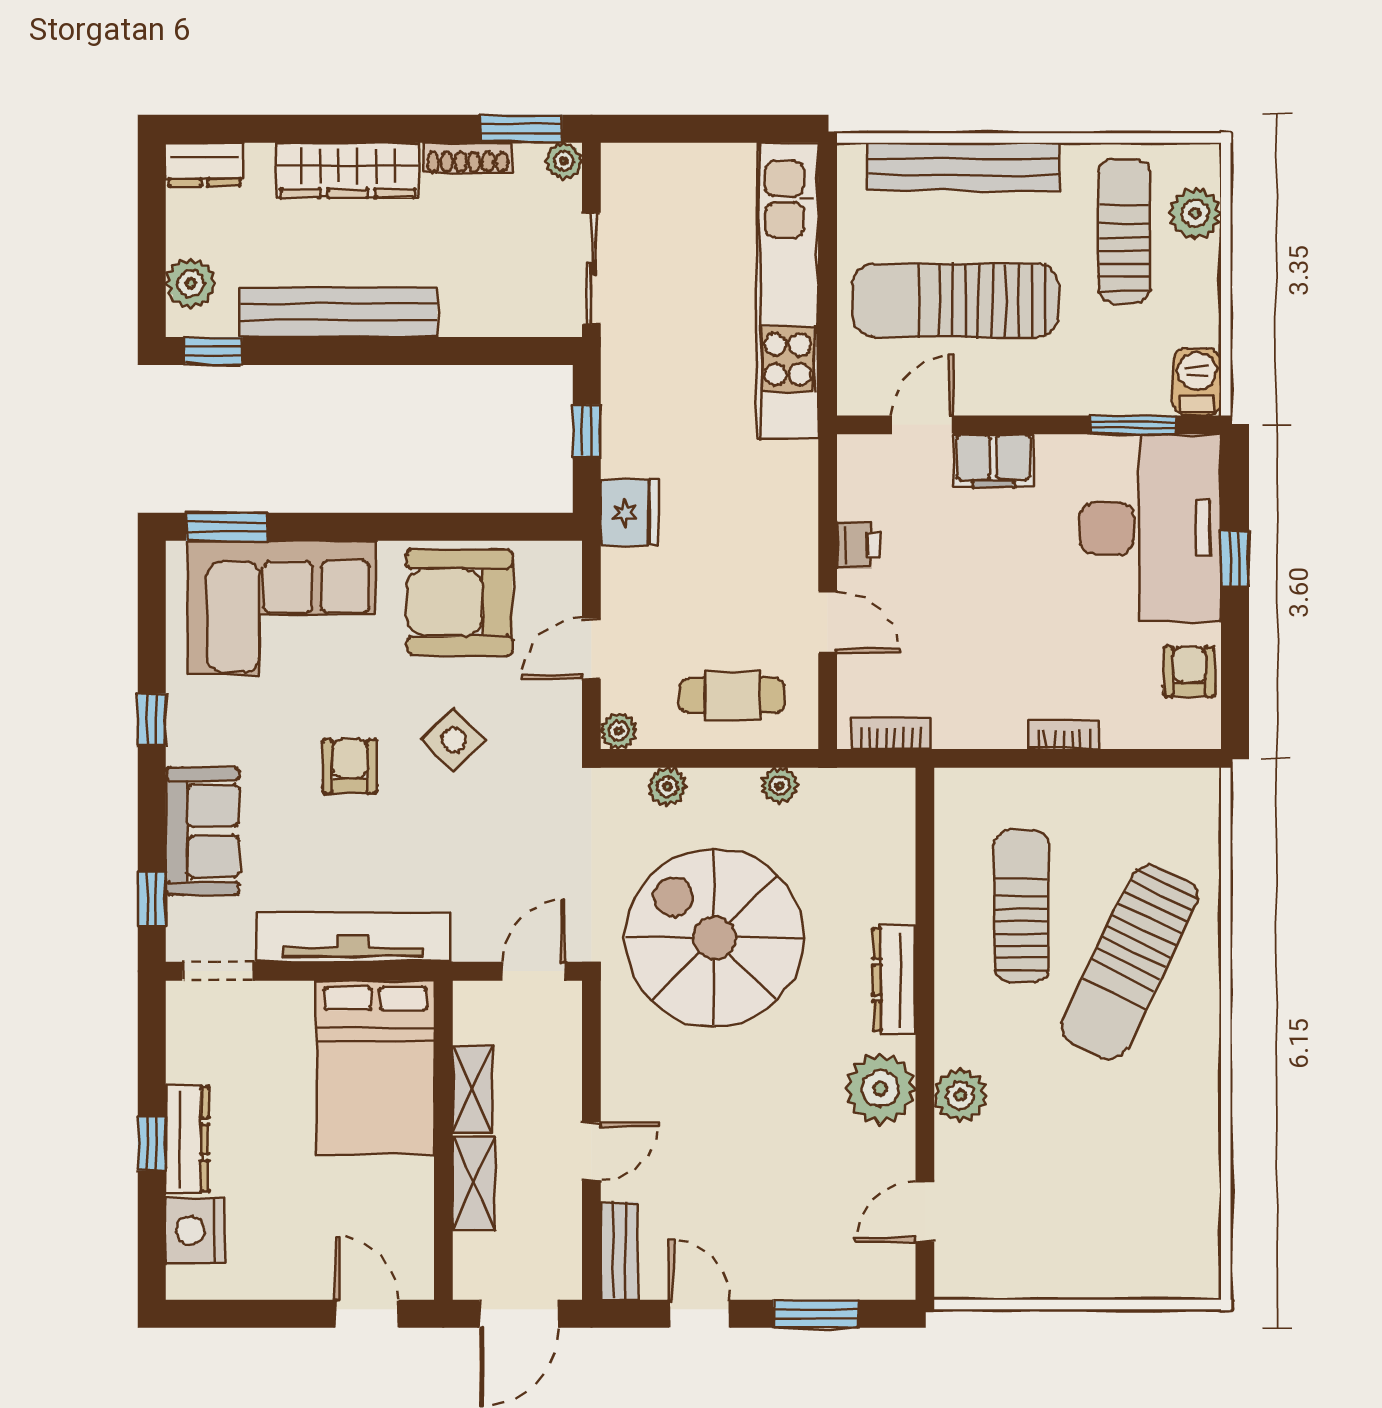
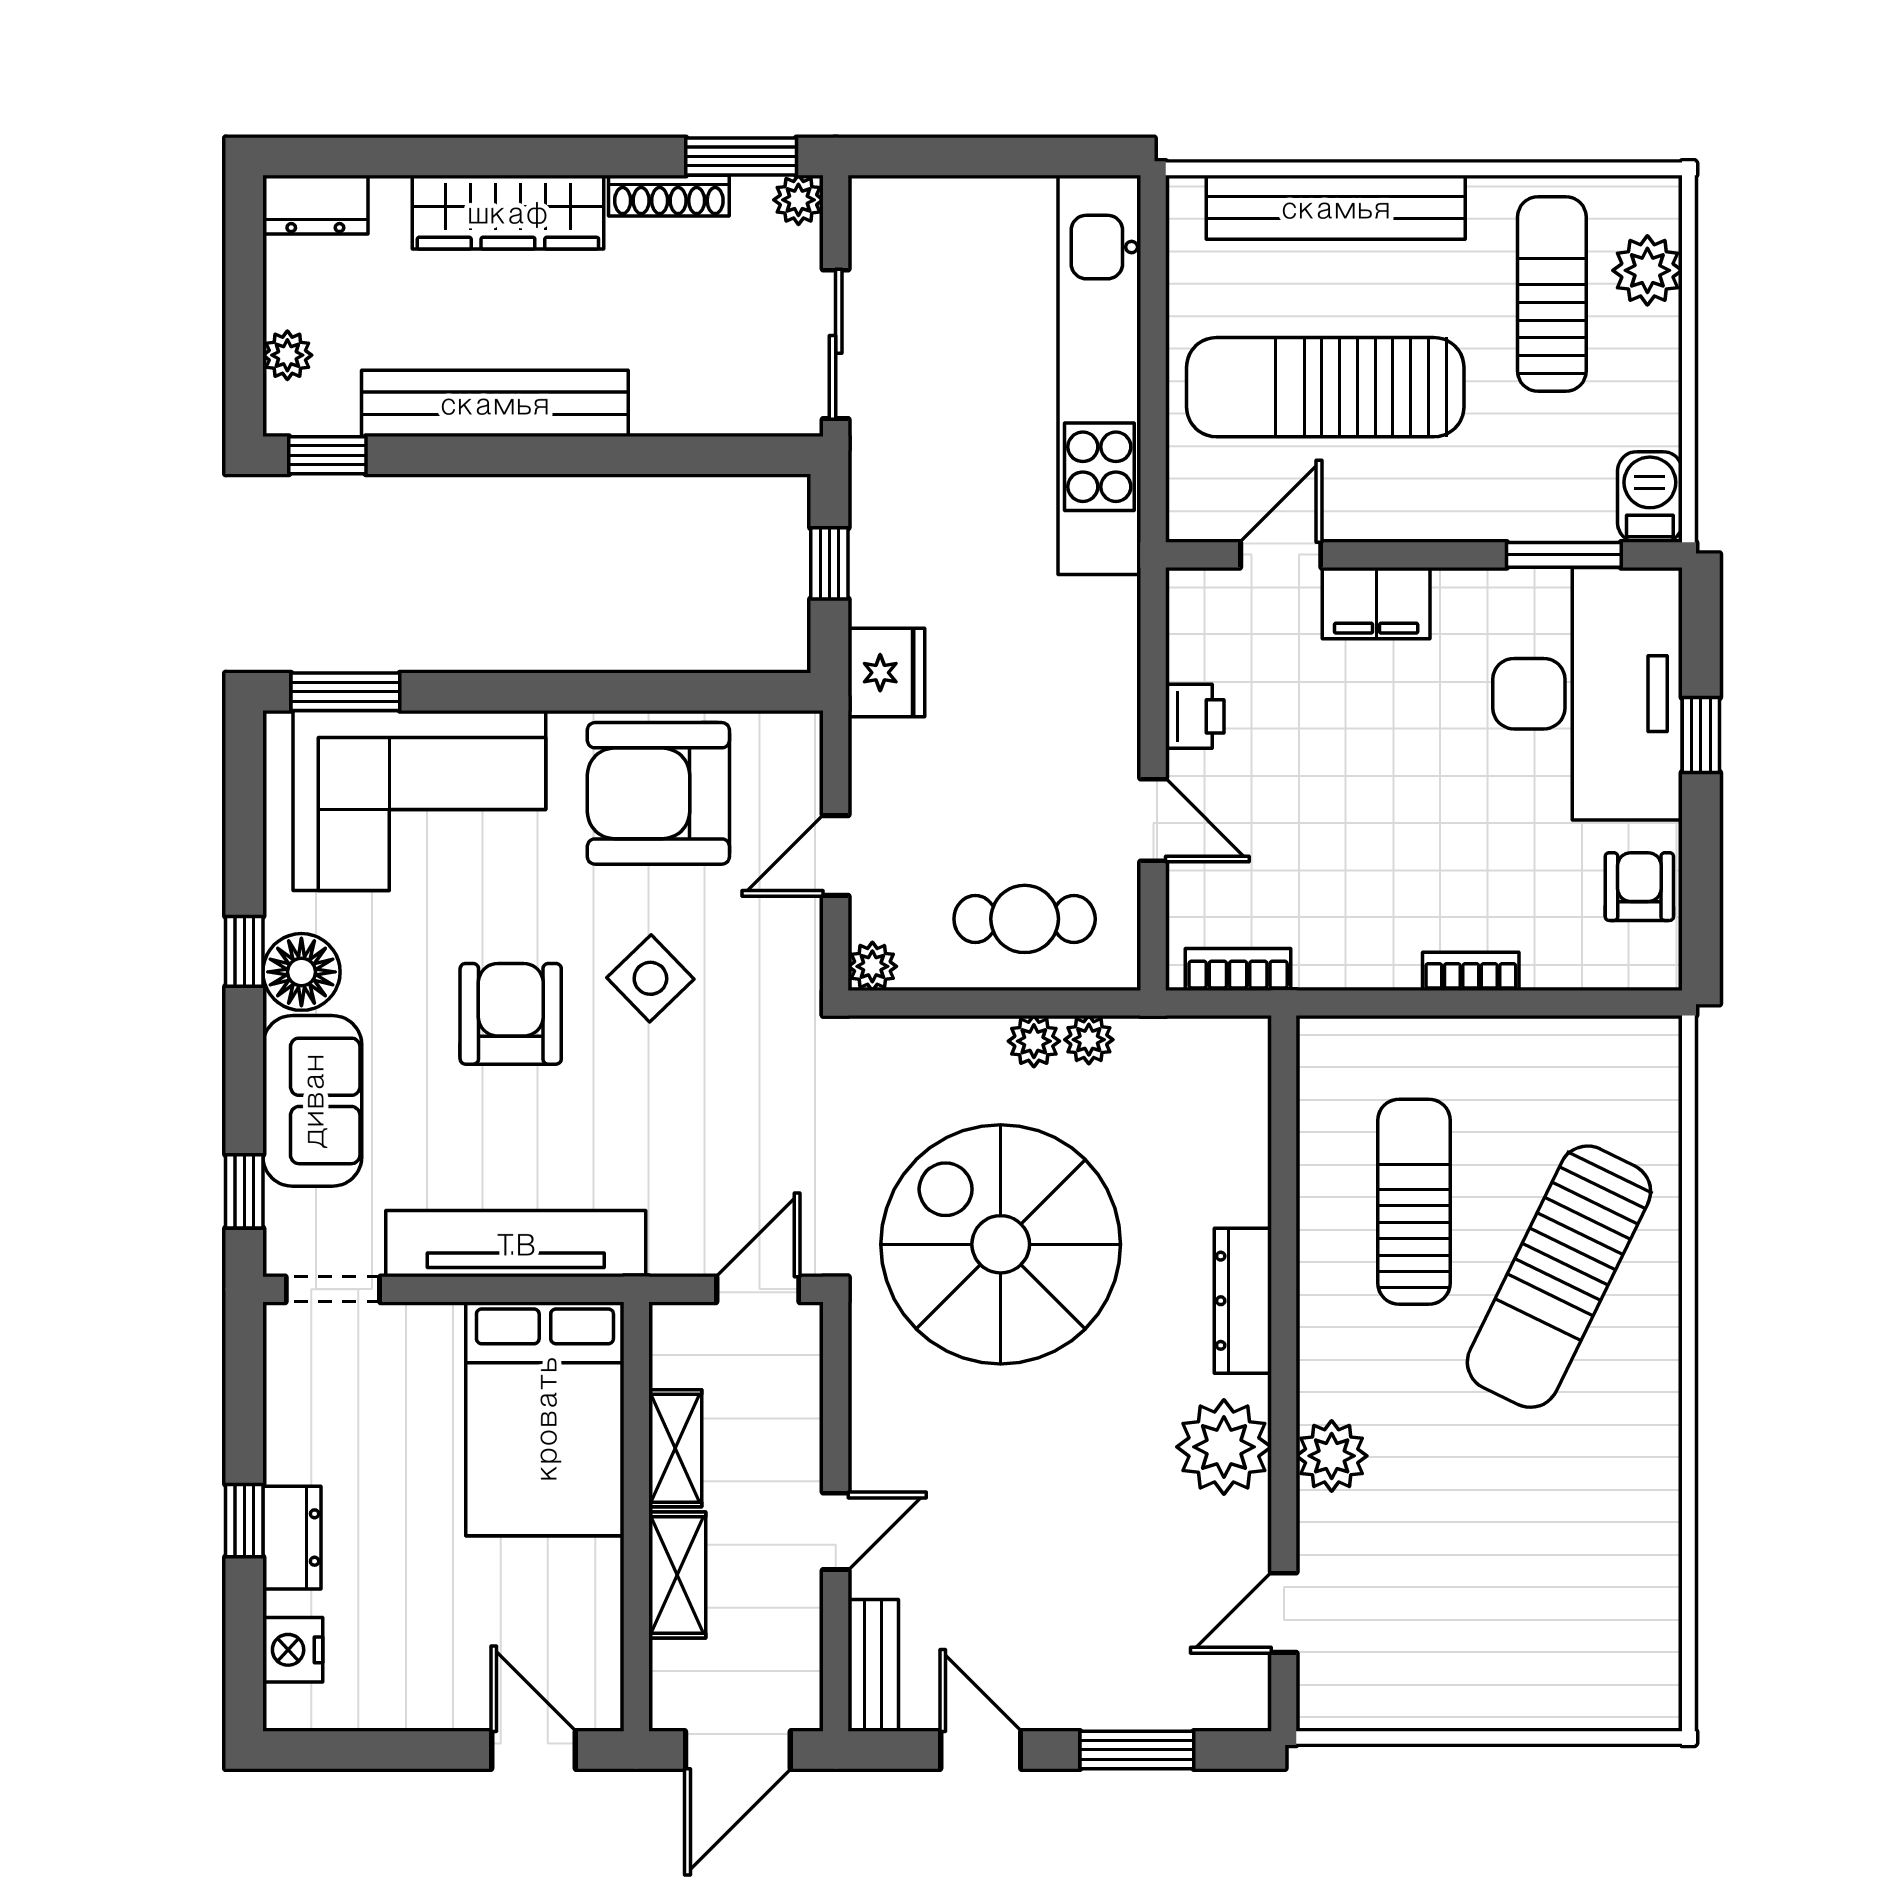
plant: (190, 283) -> (287, 355), width x0.73, depth x0.73
floor lamp: (194, 735) -> (301, 972), added
armchair: (350, 766) -> (511, 1014), width x1.38, depth x1.38
plant: (667, 787) -> (1034, 1041), moved
dresser: (187, 1139) -> (292, 1538), width x0.70
nightstand: (195, 1231) -> (293, 1650), width x0.74, depth x0.75

